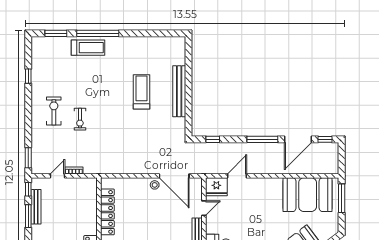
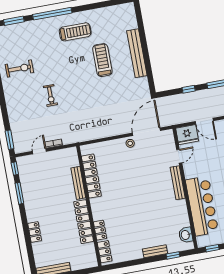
treadmill: (88, 48) -> (75, 32), moved
exercise bike: (54, 111) -> (19, 68), moved, turned 90
window: (213, 139) -> (189, 89), moved
door: (174, 176) -> (146, 132), swing flipped
door: (237, 176) -> (204, 121), swing flipped
bench: (36, 207) -> (78, 183), moved

